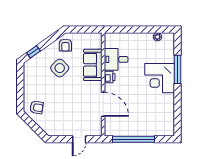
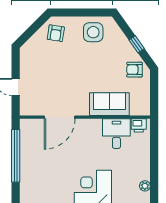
window: (33, 52) -> (137, 44), moved
side table: (60, 68) -> (93, 32), moved, turned 45
printer: (110, 77) -> (139, 125), moved

